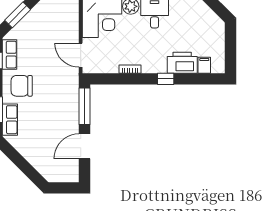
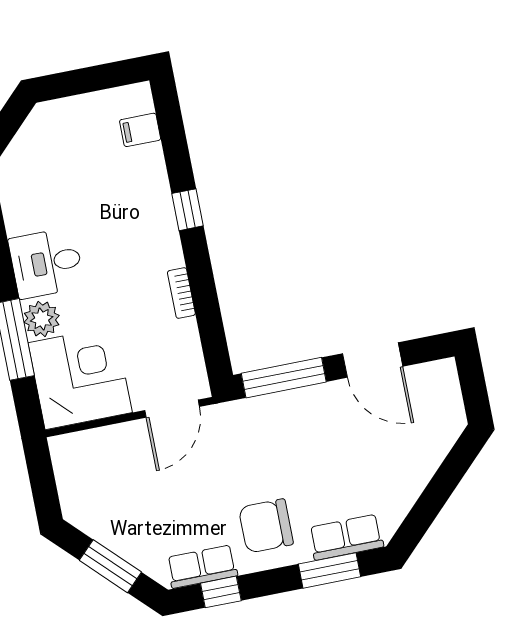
printer: (182, 63) -> (144, 180), removed
chair: (22, 86) -> (266, 526), turned 90

